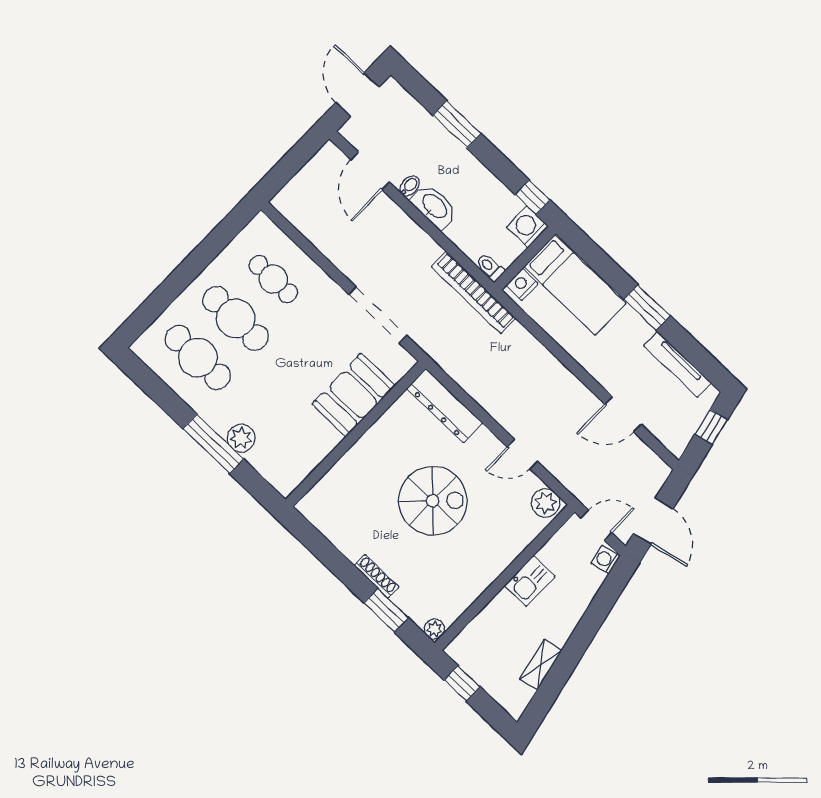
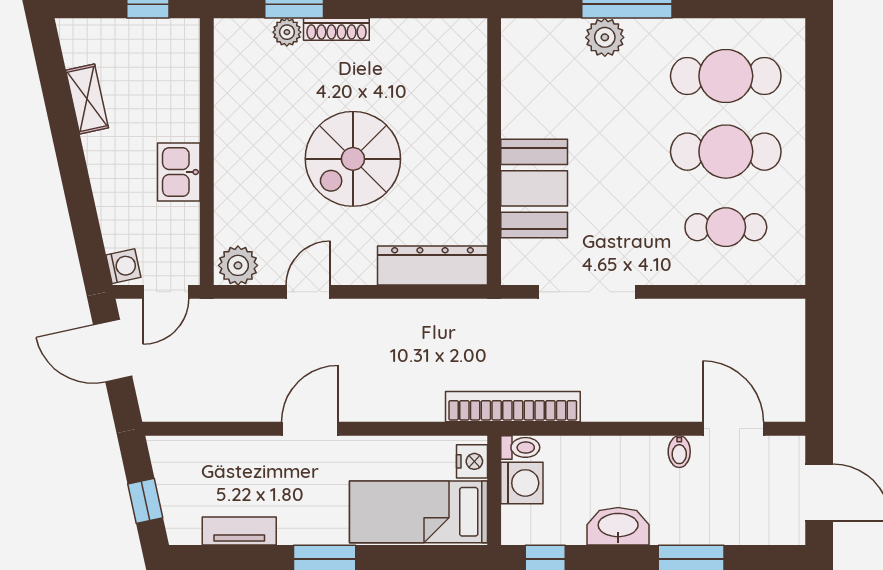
washbasin: (434, 207) -> (618, 526), moved, turned 180
washing machine: (527, 227) -> (522, 483), moved
tv unit: (677, 364) -> (239, 531), width x0.71
door: (623, 414) -> (310, 429), moved
plant: (434, 629) -> (287, 32), moved

